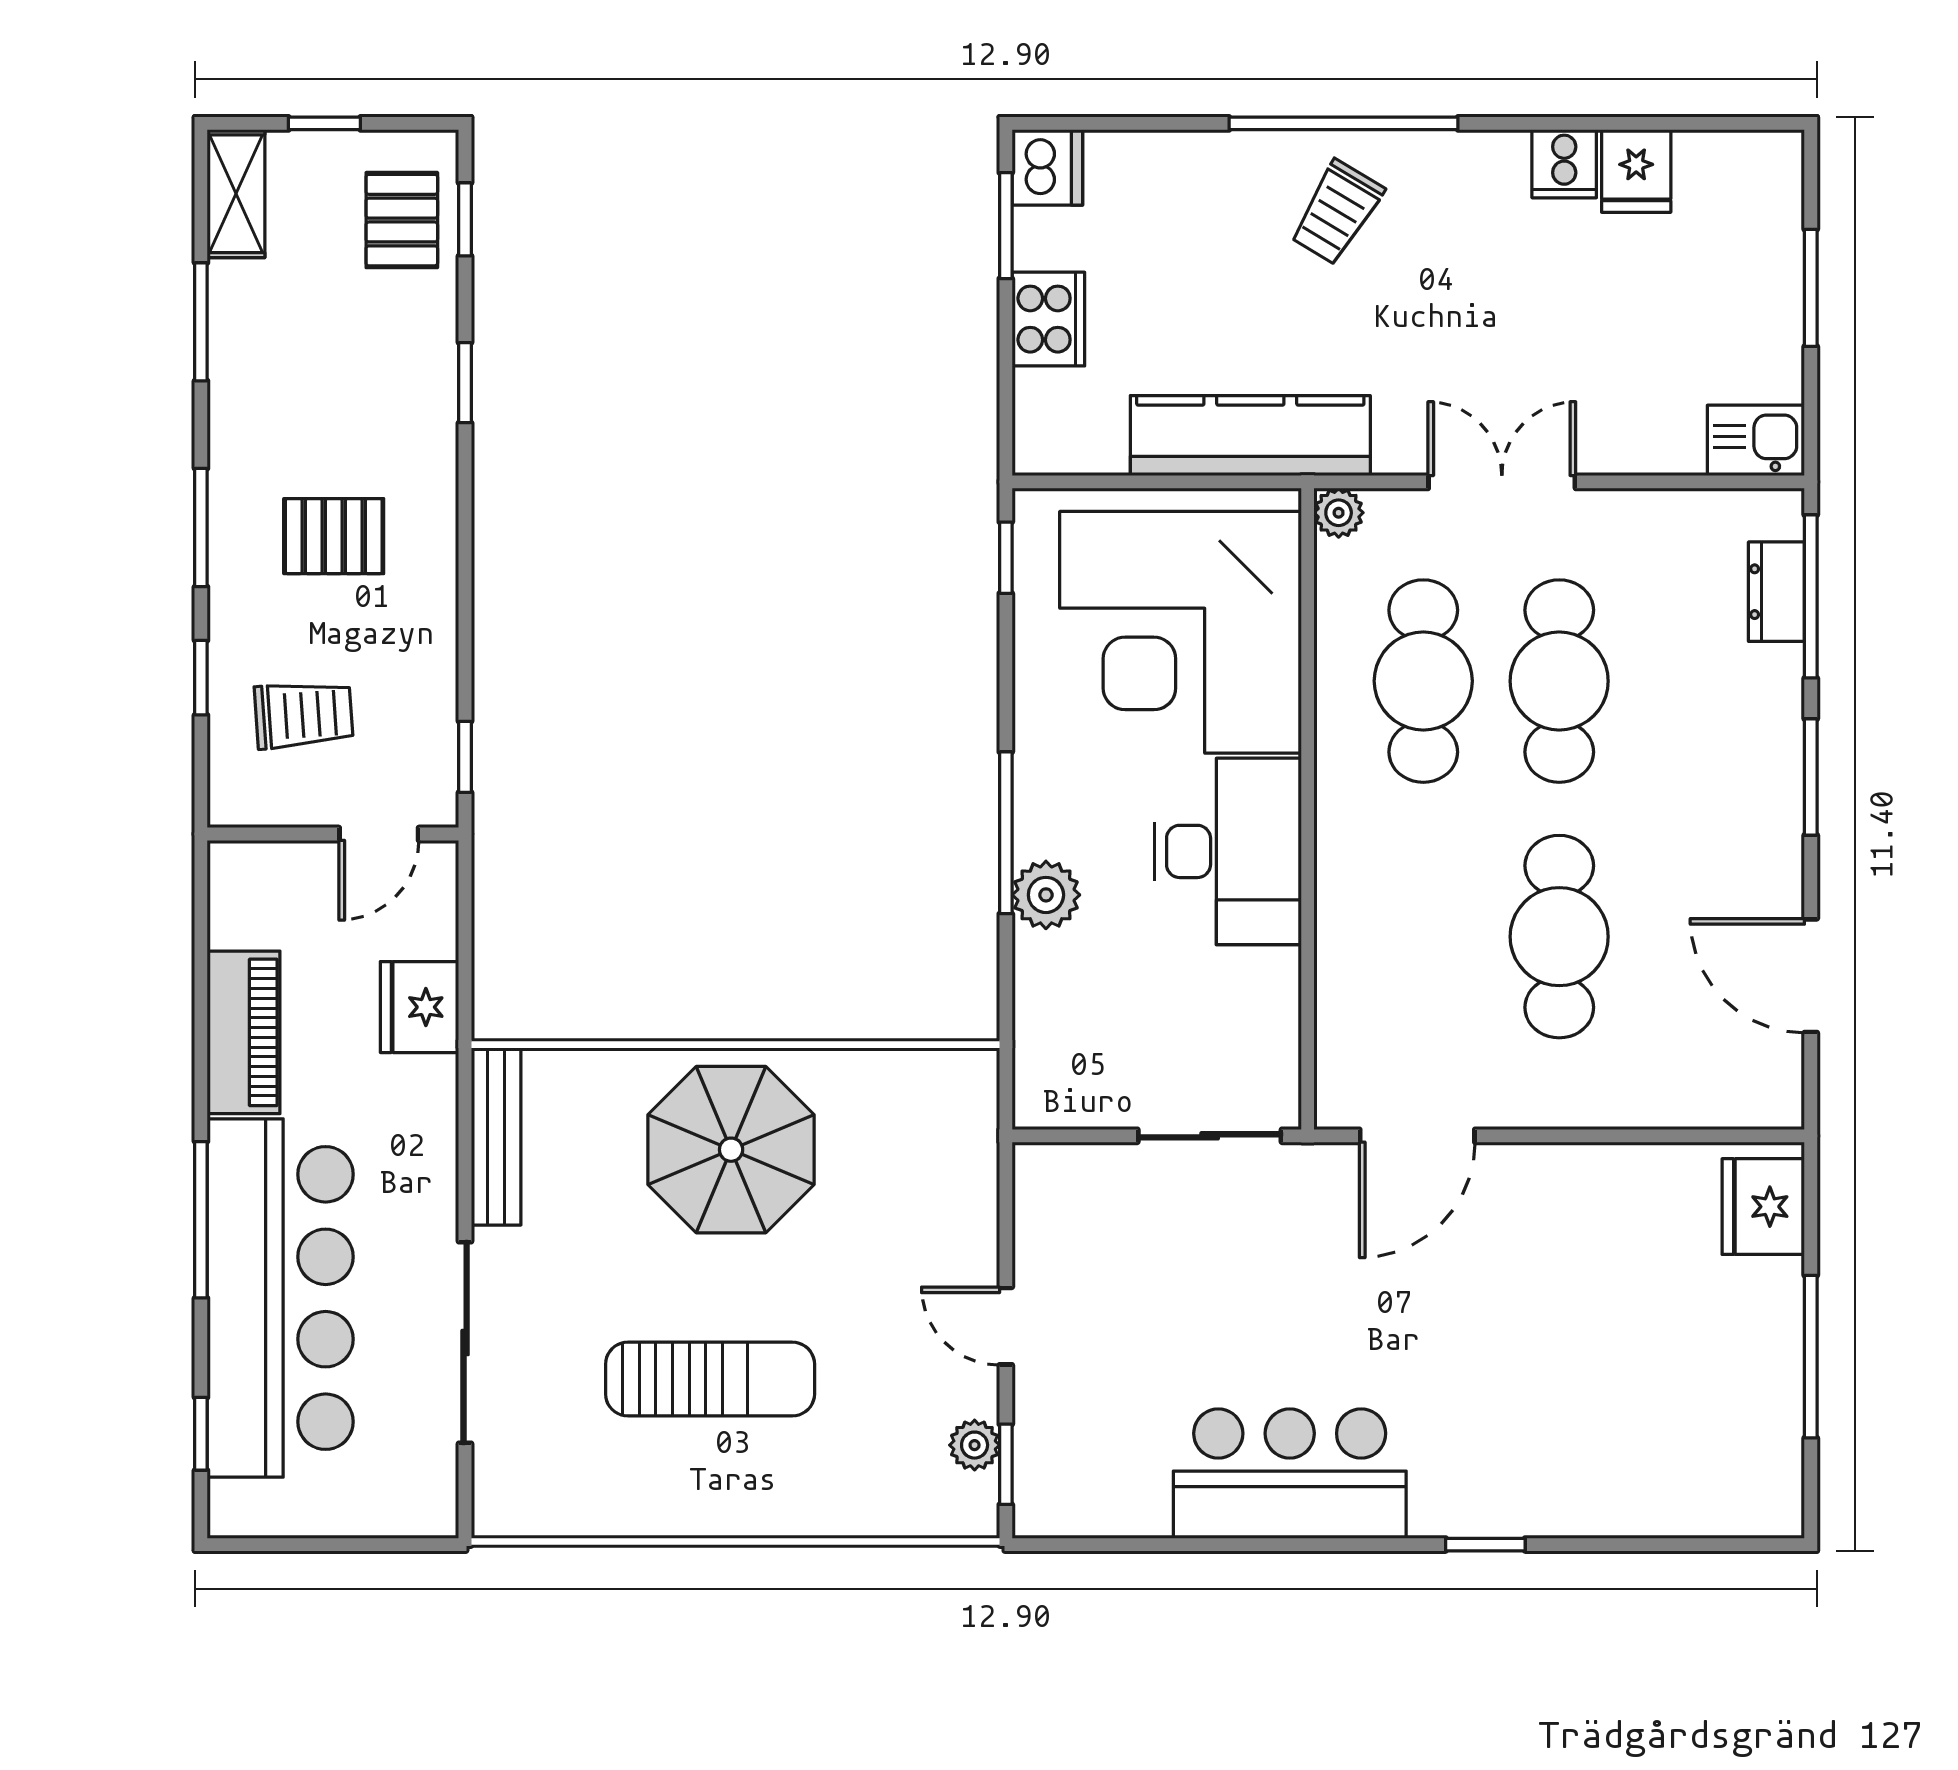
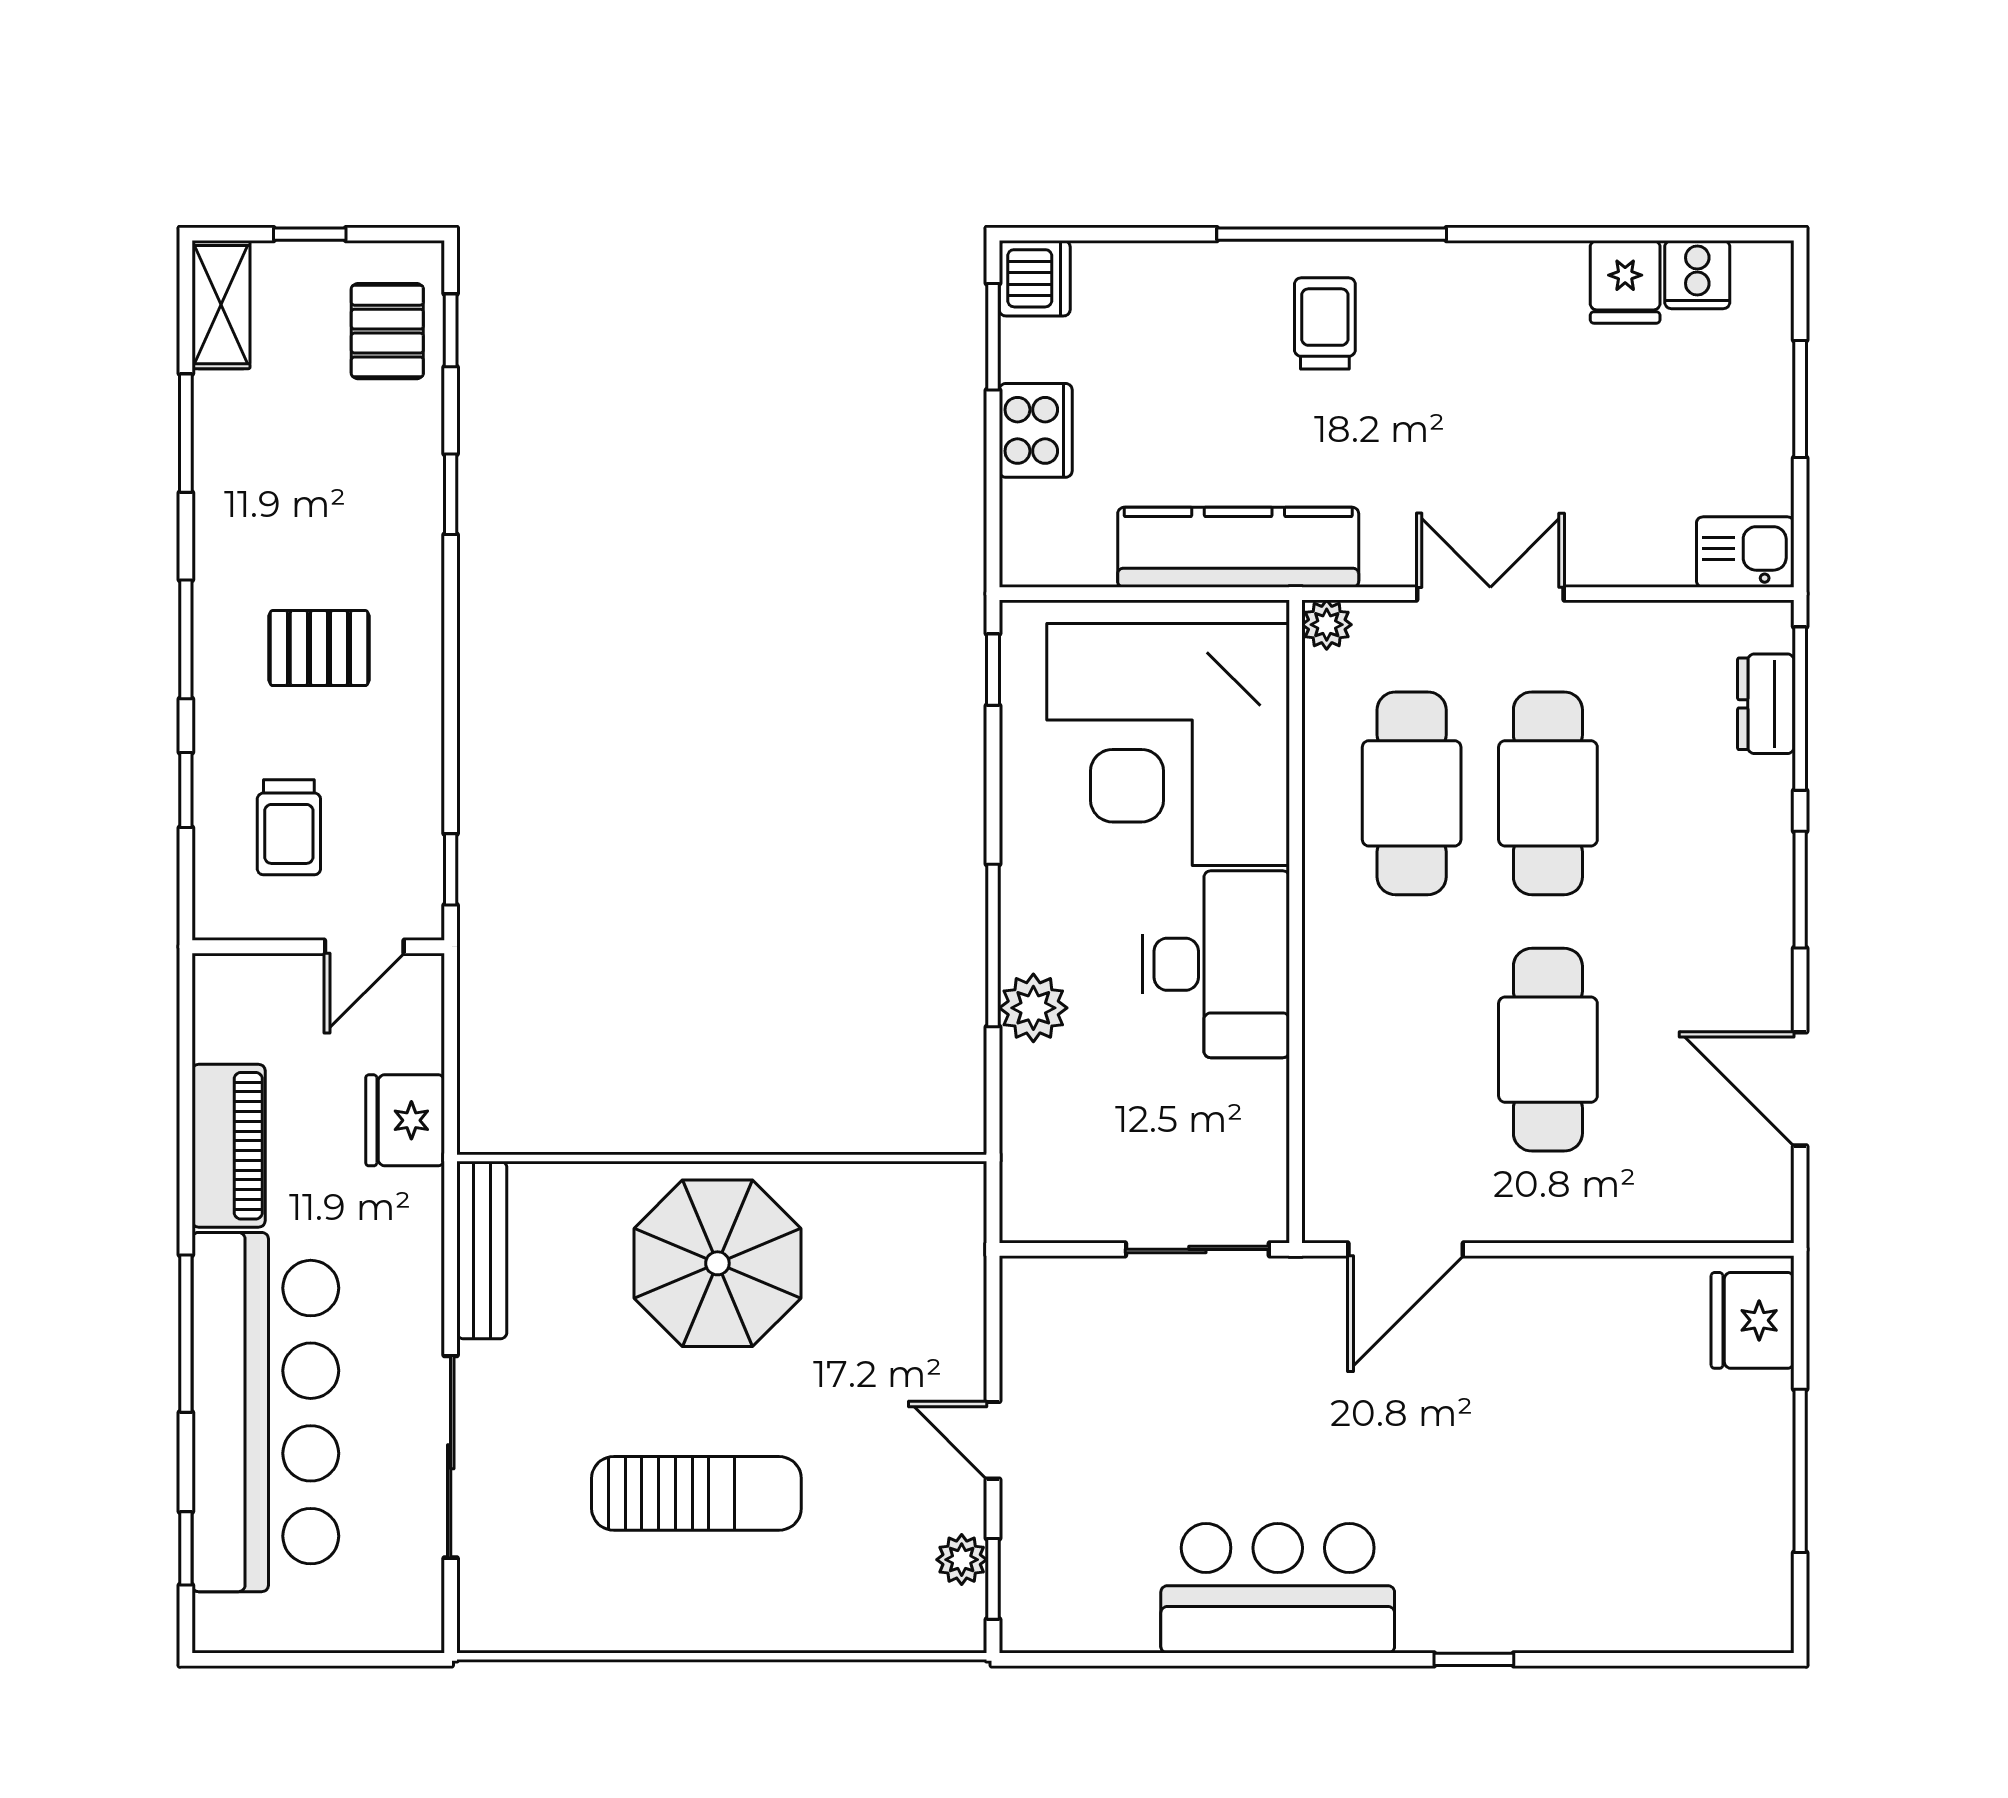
cooker: (1564, 164) -> (1697, 275), moved
trolley: (1337, 212) -> (1325, 323), turned 149
trolley: (304, 715) -> (289, 827), turned 94

